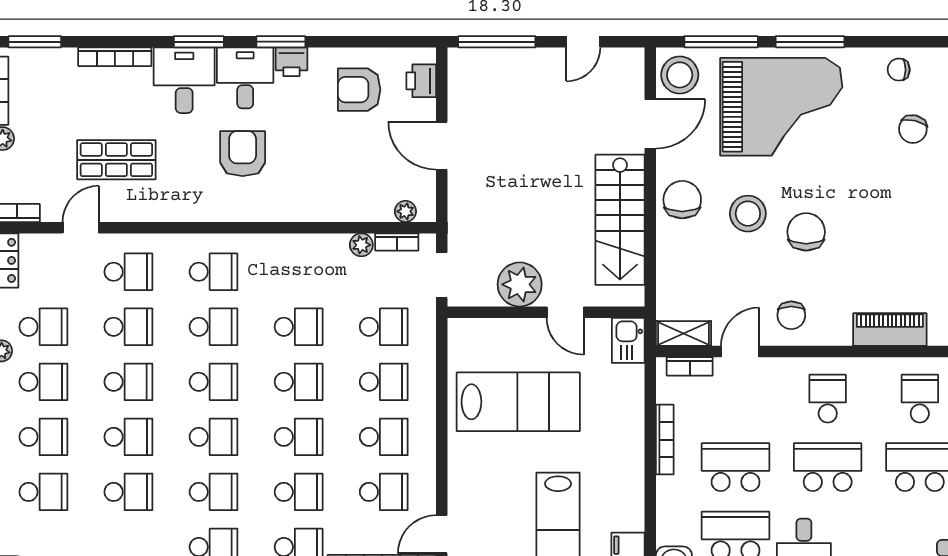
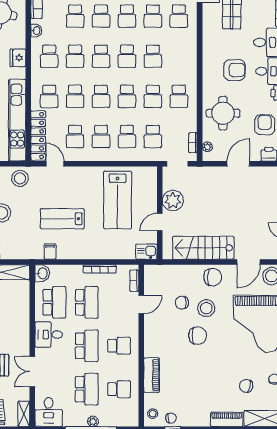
door: (650, 124) -> (249, 262), hinge flipped
round table: (334, 178) -> (223, 113), added
plant: (361, 245) -> (192, 126), removed
school desk: (214, 272) -> (179, 96), moved
chair: (791, 315) -> (182, 303), moved
shelving: (683, 334) -> (150, 278), removed
door: (740, 352) -> (141, 304), hinge flipped

